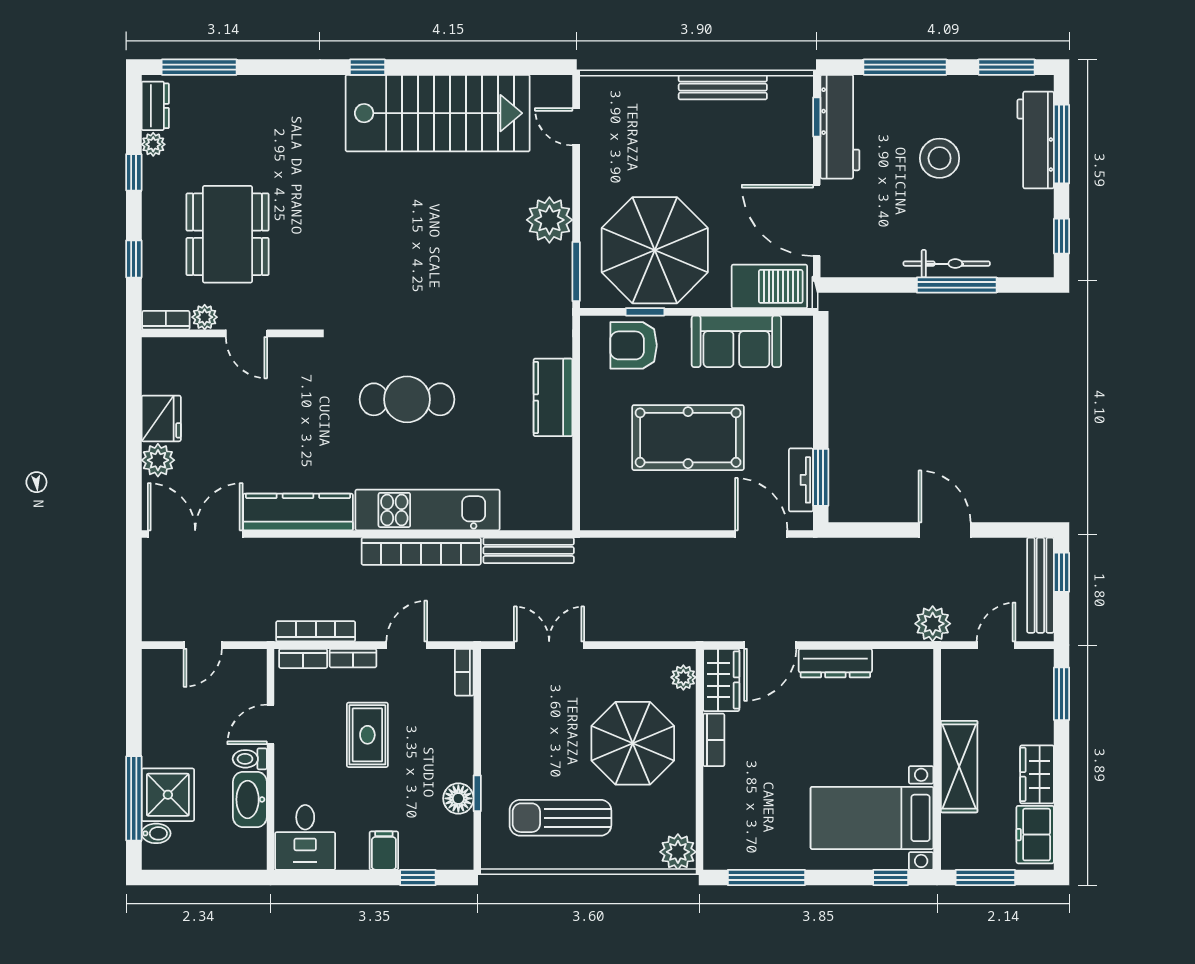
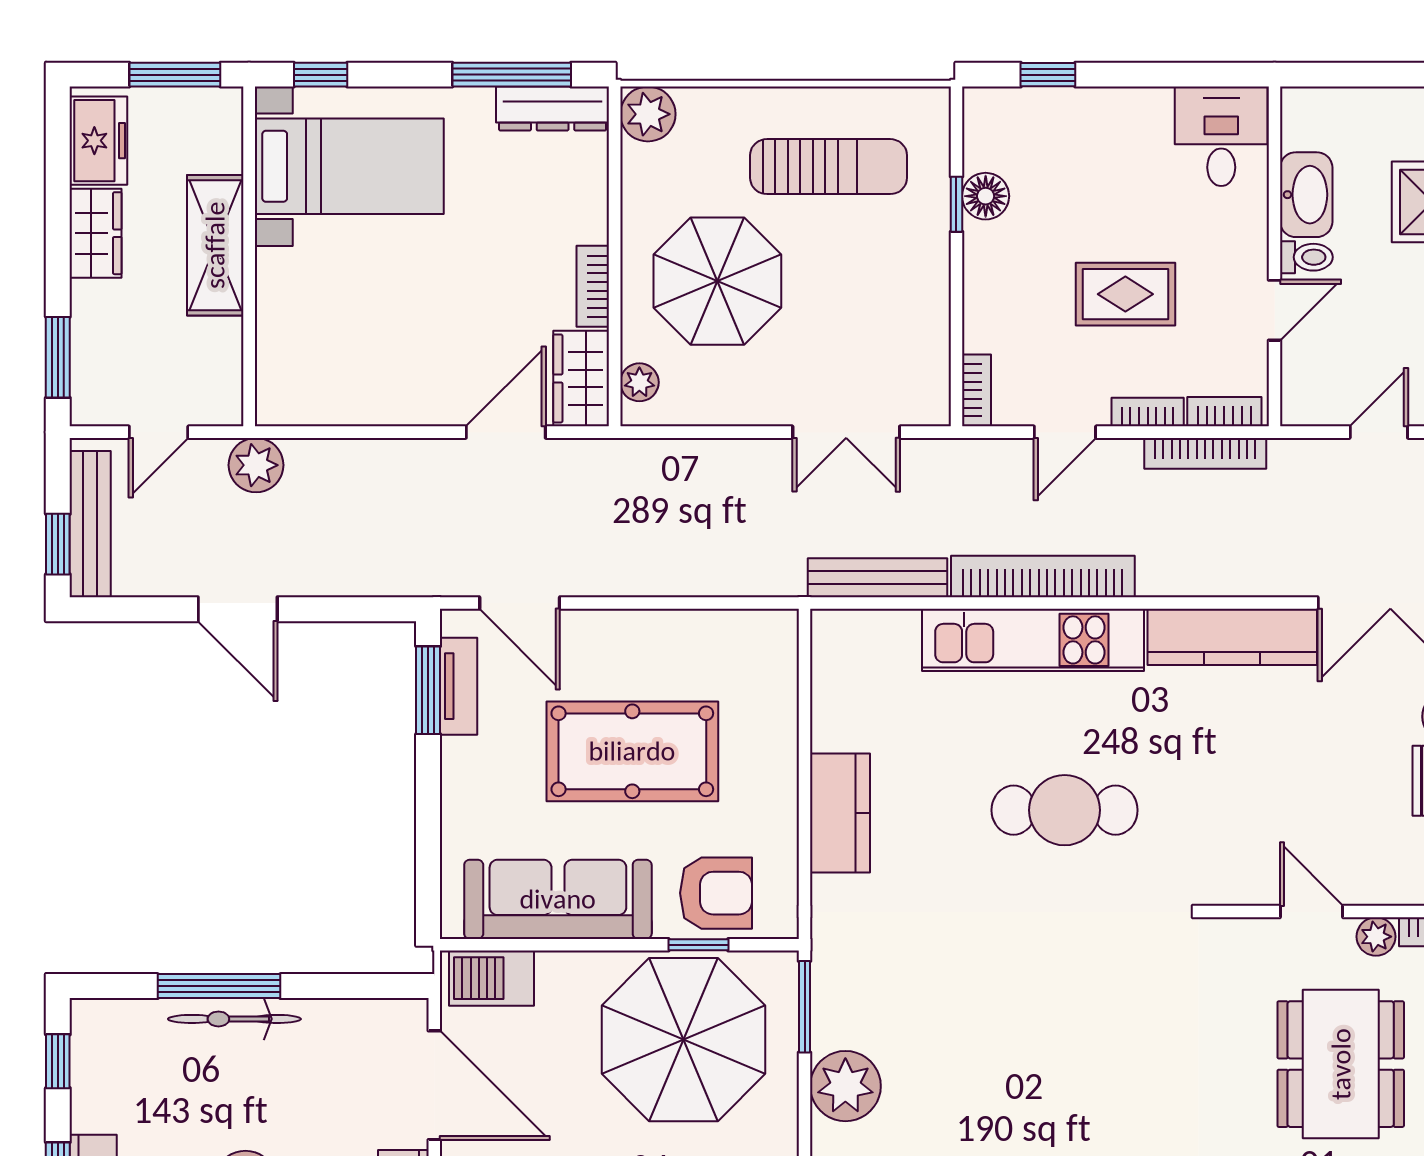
barbecue: (769, 286) -> (492, 978), width x0.73, depth x0.83
sofa: (736, 341) -> (558, 899), width x1.36
dresser: (835, 663) -> (553, 109), moved, turned 180
rug: (367, 735) -> (1125, 294), turned 90
filing cabinet: (384, 851) -> (1100, 116), removed

